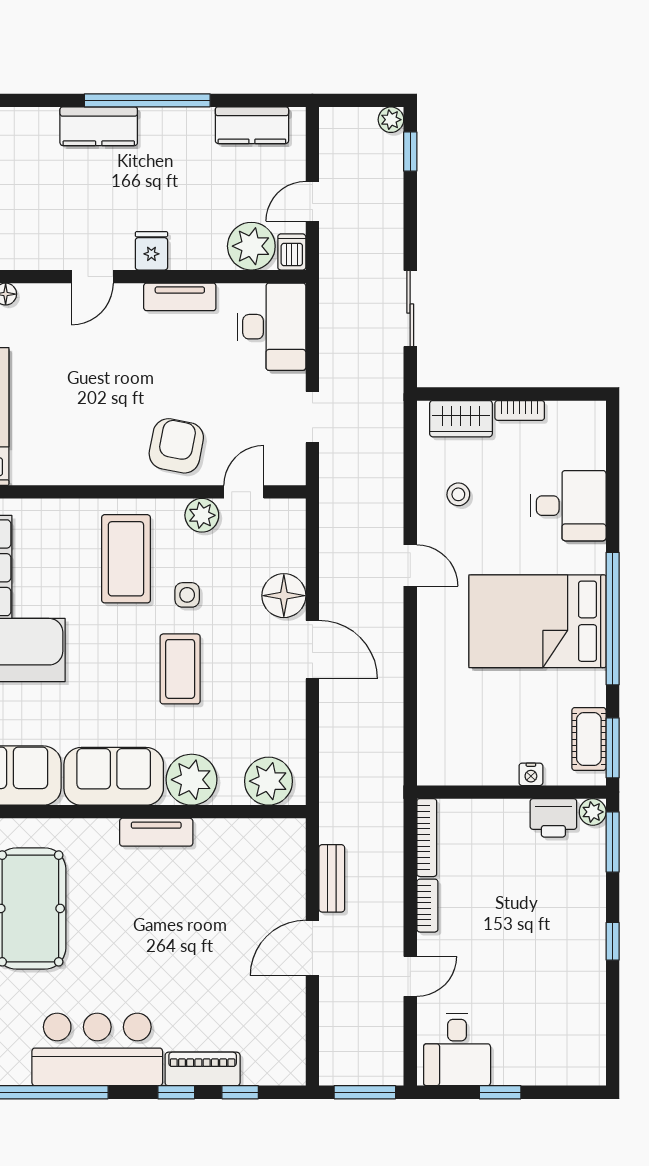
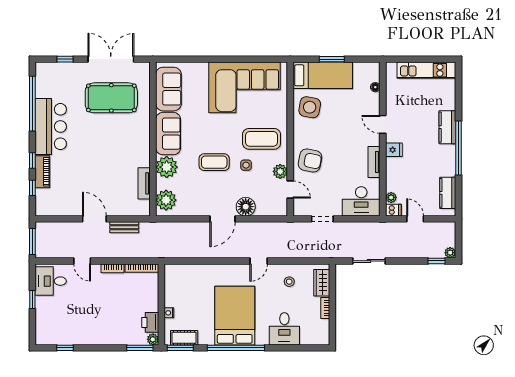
plant: (251, 246) -> (391, 197), width x0.53, depth x0.53
side table: (52, 447) -> (310, 107), added
tv unit: (156, 832) -> (144, 183), moved
window: (613, 941) -> (65, 348), moved

